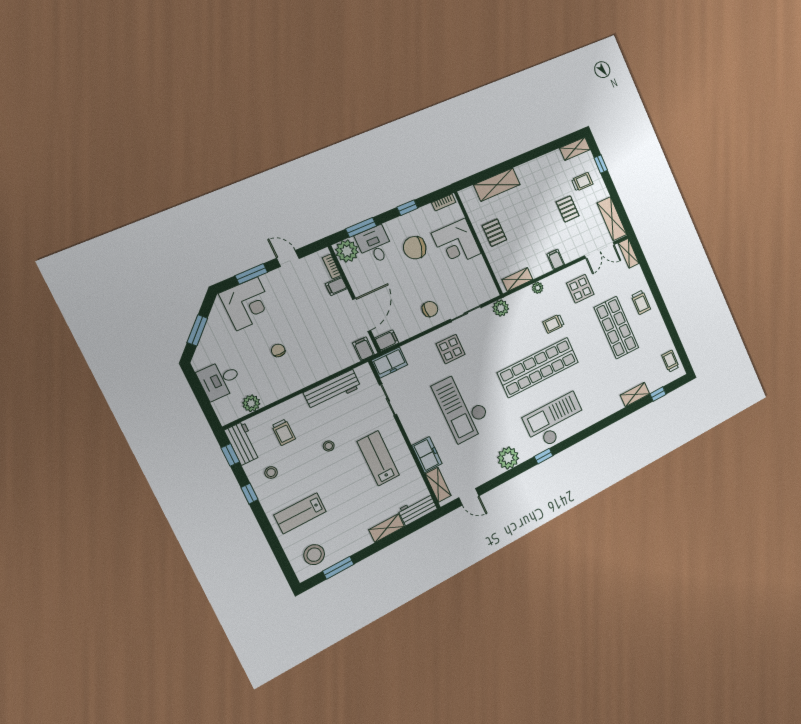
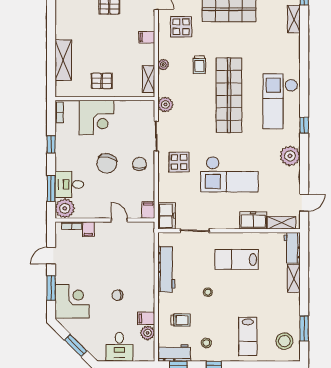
chair: (415, 248) -> (107, 164), moved
door: (362, 315) -> (119, 220), width x0.53
filing cabinet: (363, 349) -> (146, 318), moved

